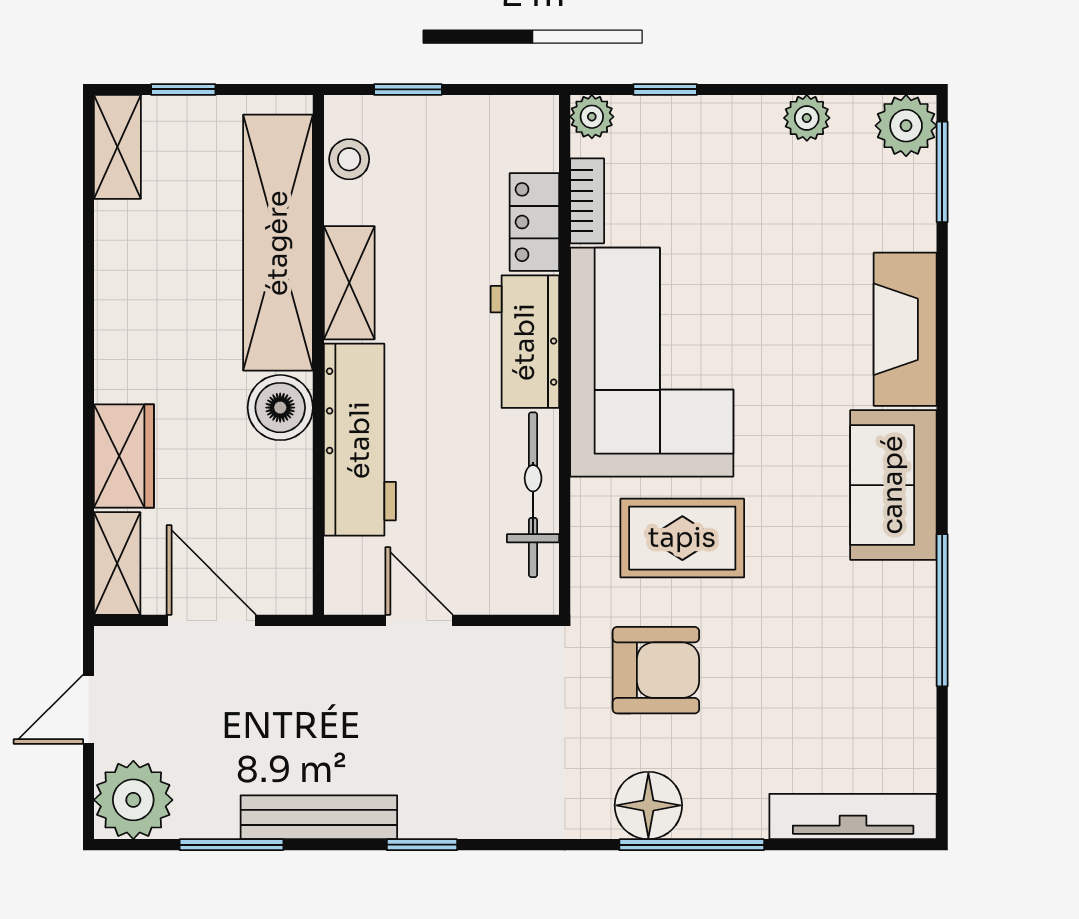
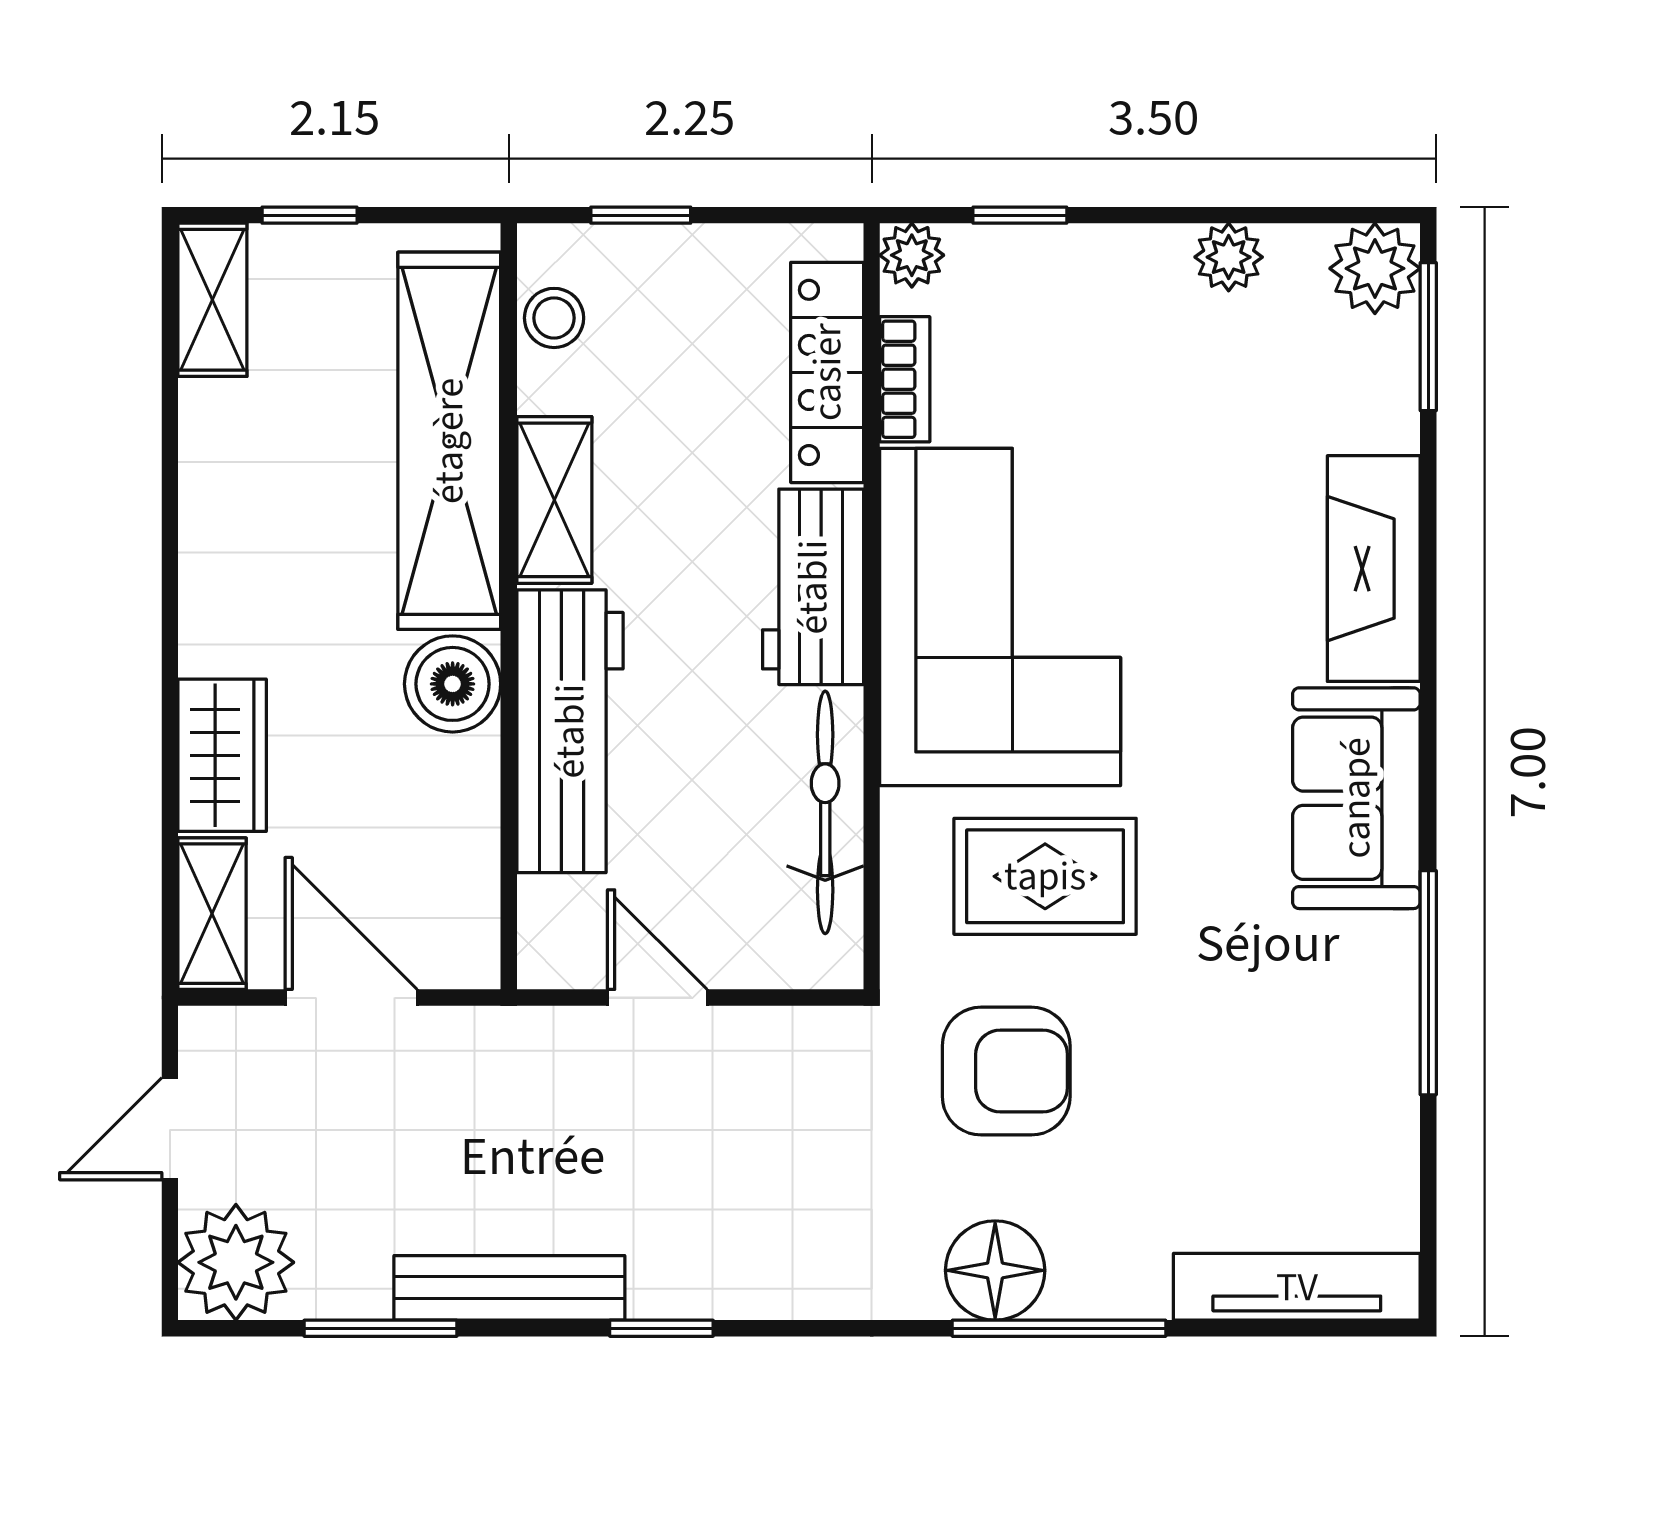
locker: (534, 222) -> (827, 372), width x1.53

